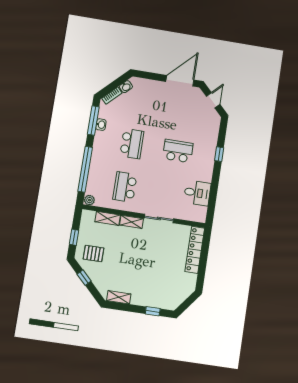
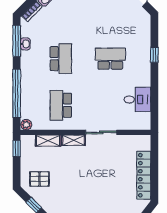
window: (74, 237) -> (17, 149), moved
locker: (195, 250) -> (144, 175), moved

